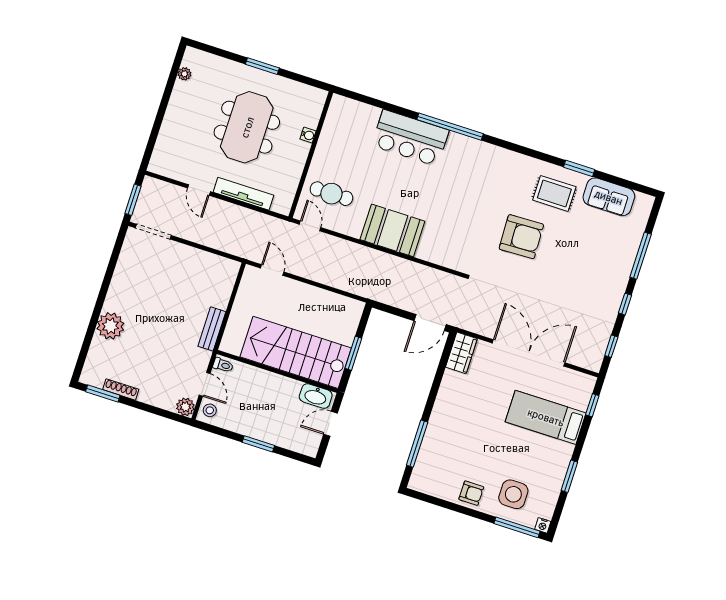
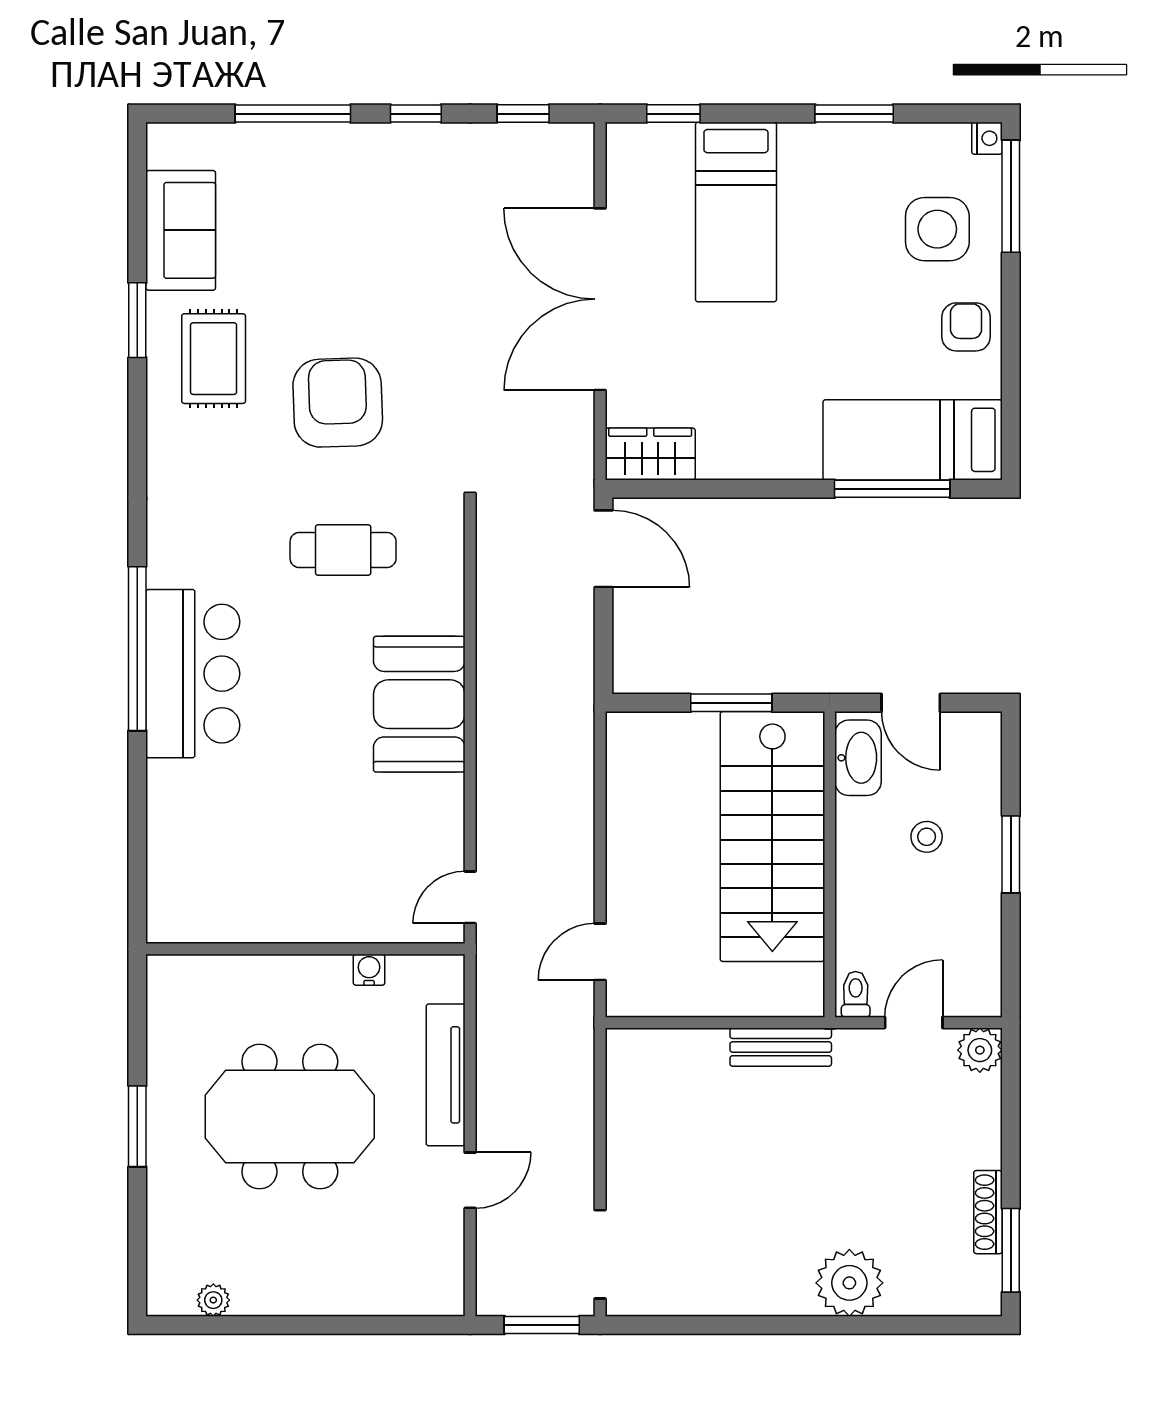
water cooler: (308, 135) -> (369, 970), moved
bar counter: (410, 138) -> (193, 674), moved
cafe table: (331, 194) -> (343, 550), moved, turned 90
stool: (210, 410) -> (927, 837), moved
bed: (434, 458) -> (913, 440), added

